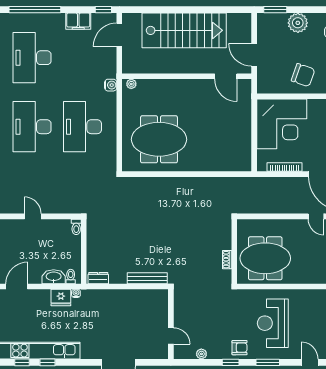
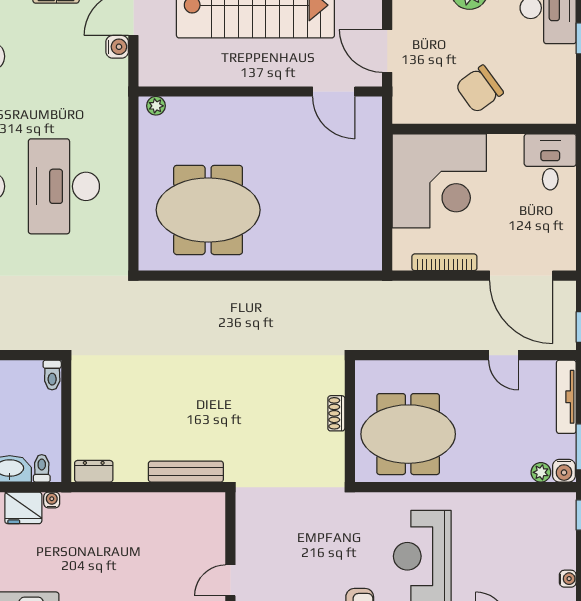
chair: (303, 75) -> (479, 89), turned 125
water cooler: (111, 85) -> (117, 47), moved
shoe rack: (227, 260) -> (336, 413), moved
door: (171, 336) -> (230, 580), swing flipped

